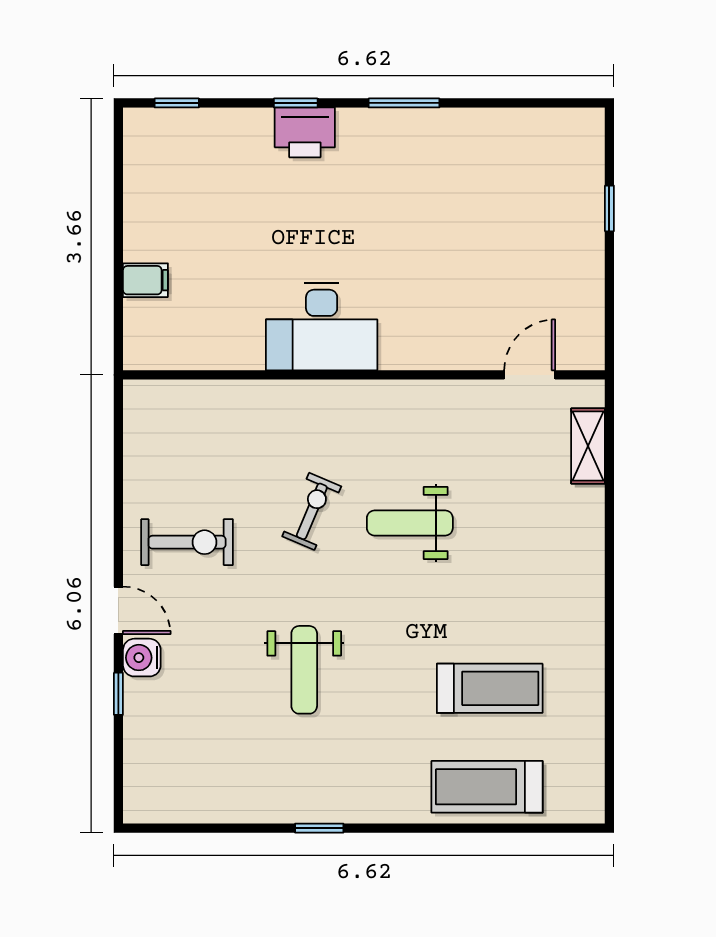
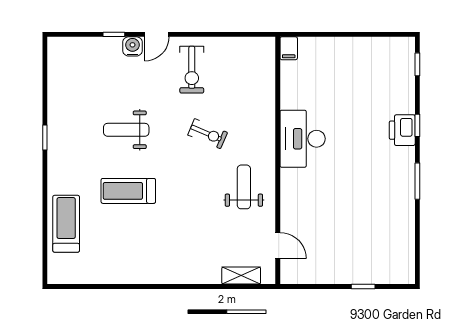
filing cabinet: (145, 280) -> (289, 48), moved
weight bench: (410, 523) -> (244, 187), moved
treadmill: (490, 688) -> (128, 191), moved, turned 90

